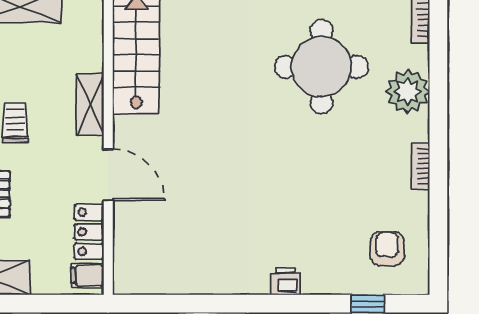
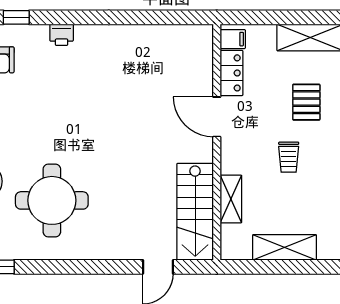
shelving: (90, 105) -> (231, 199), moved
printer: (285, 281) -> (62, 35), moved

